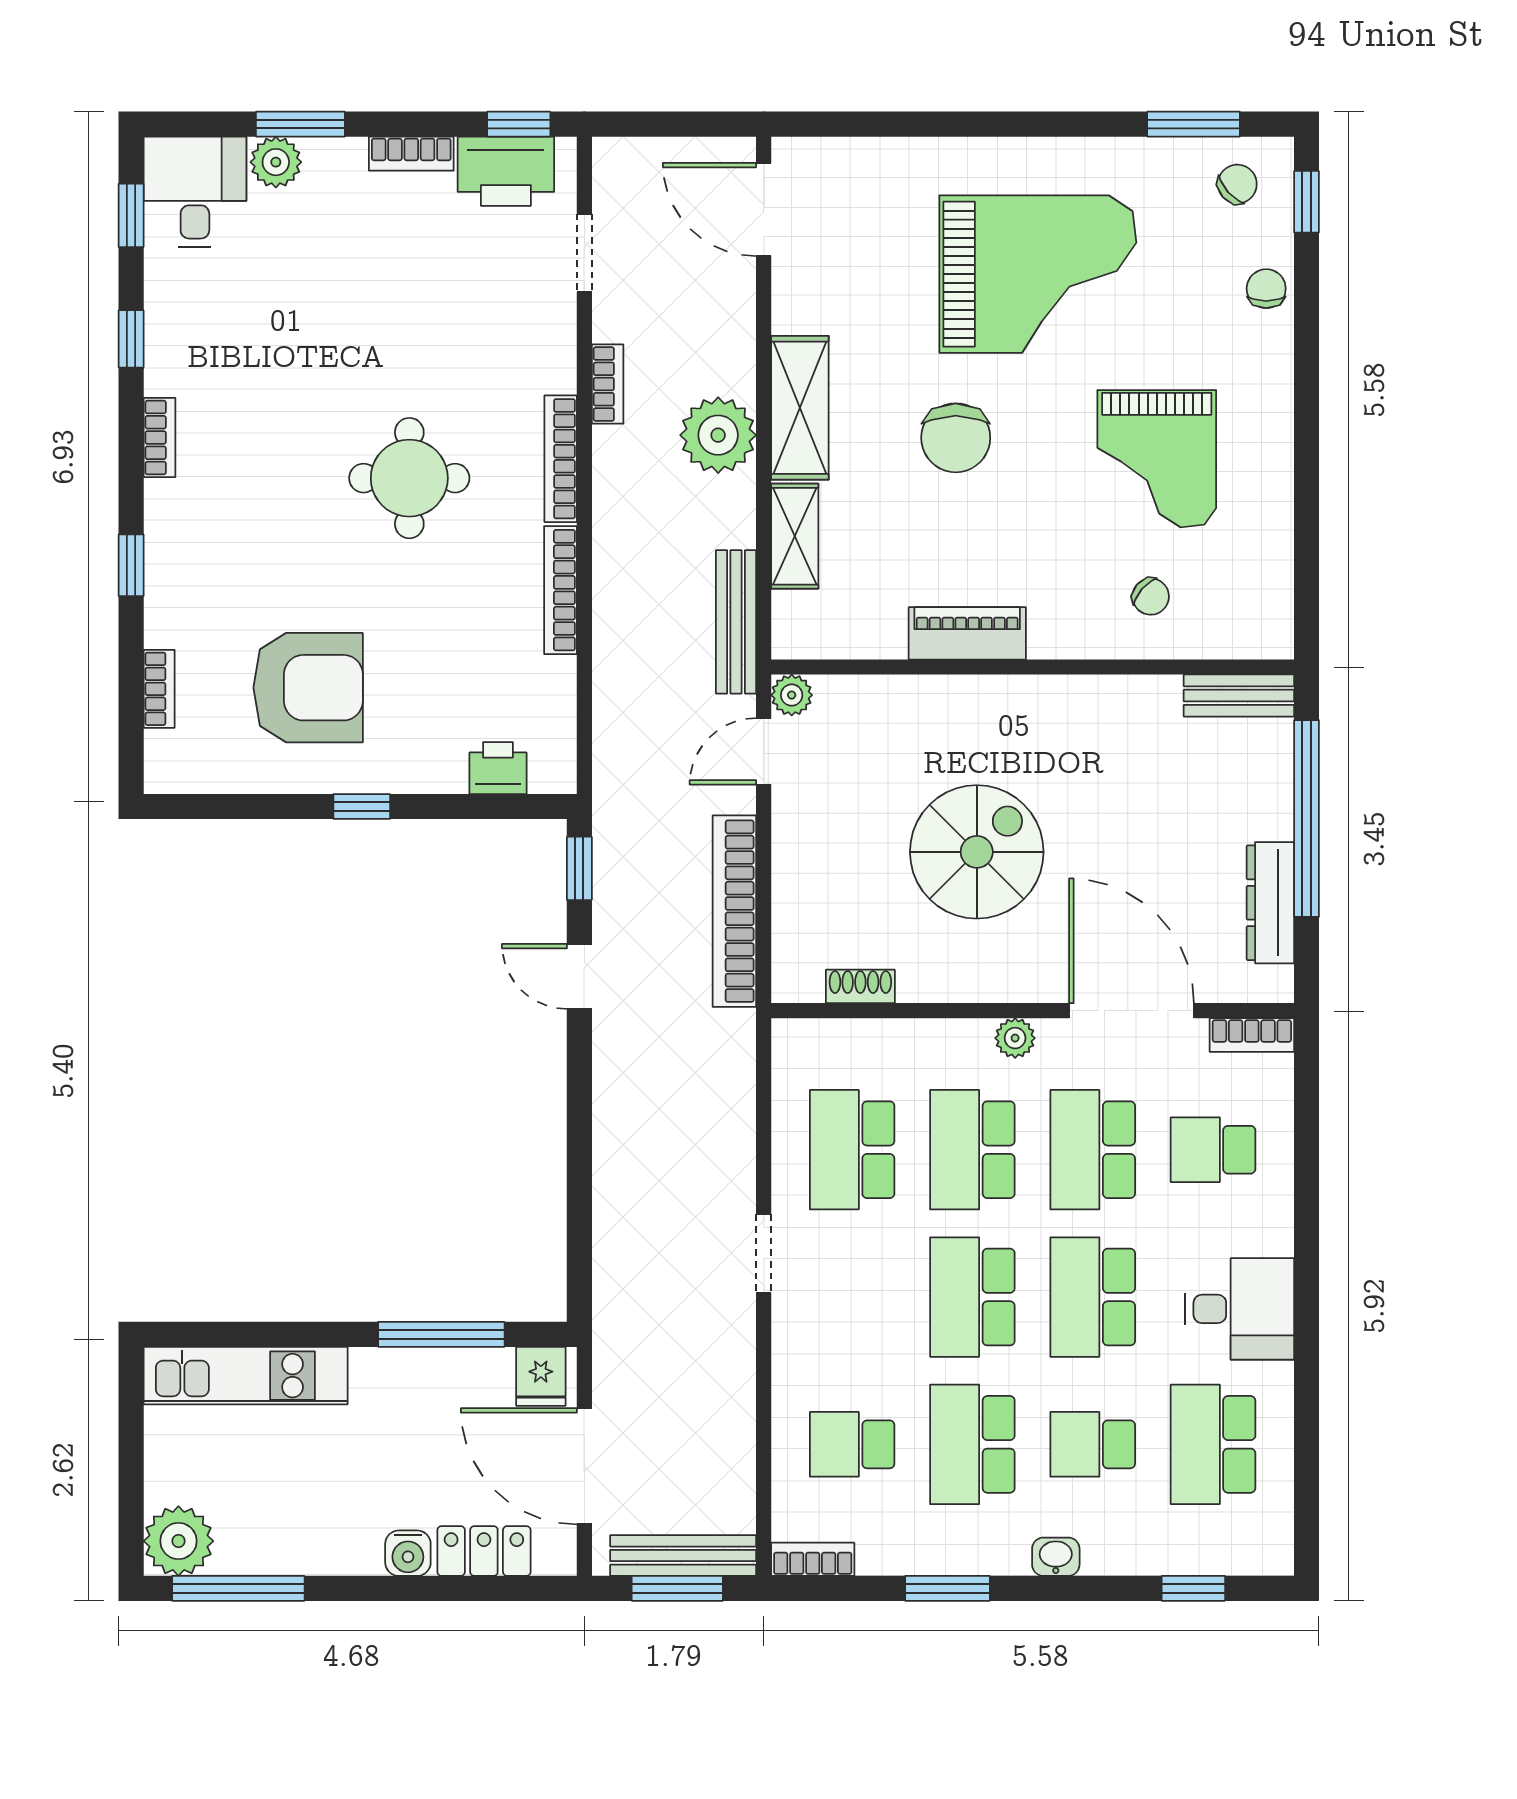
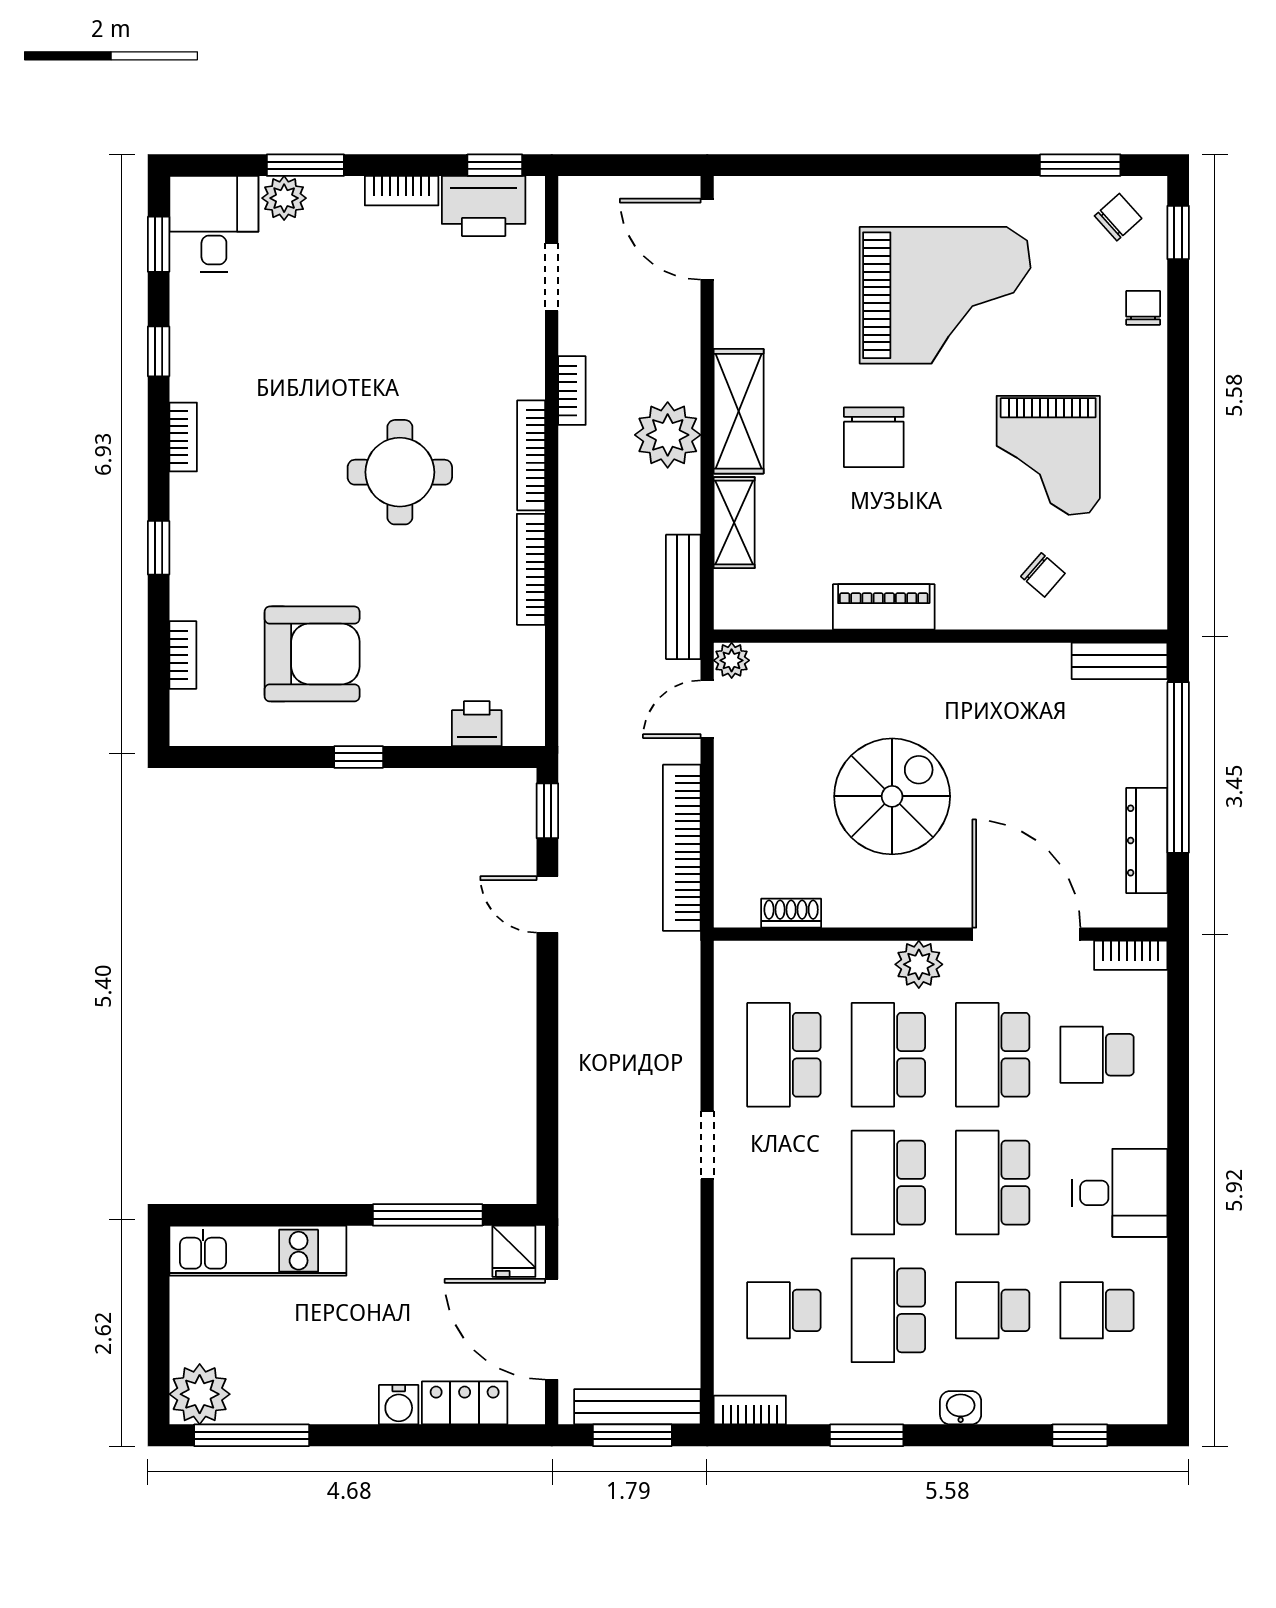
plant: (1015, 1038) -> (919, 964), width x1.38, depth x1.38
school desk: (1213, 1444) -> (1097, 1310), width x0.54

